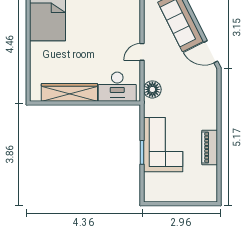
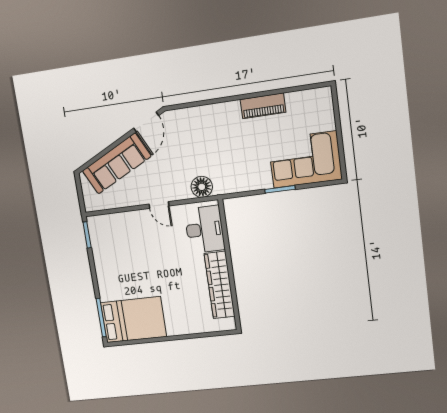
corner sofa: (163, 145) -> (305, 160), moved

